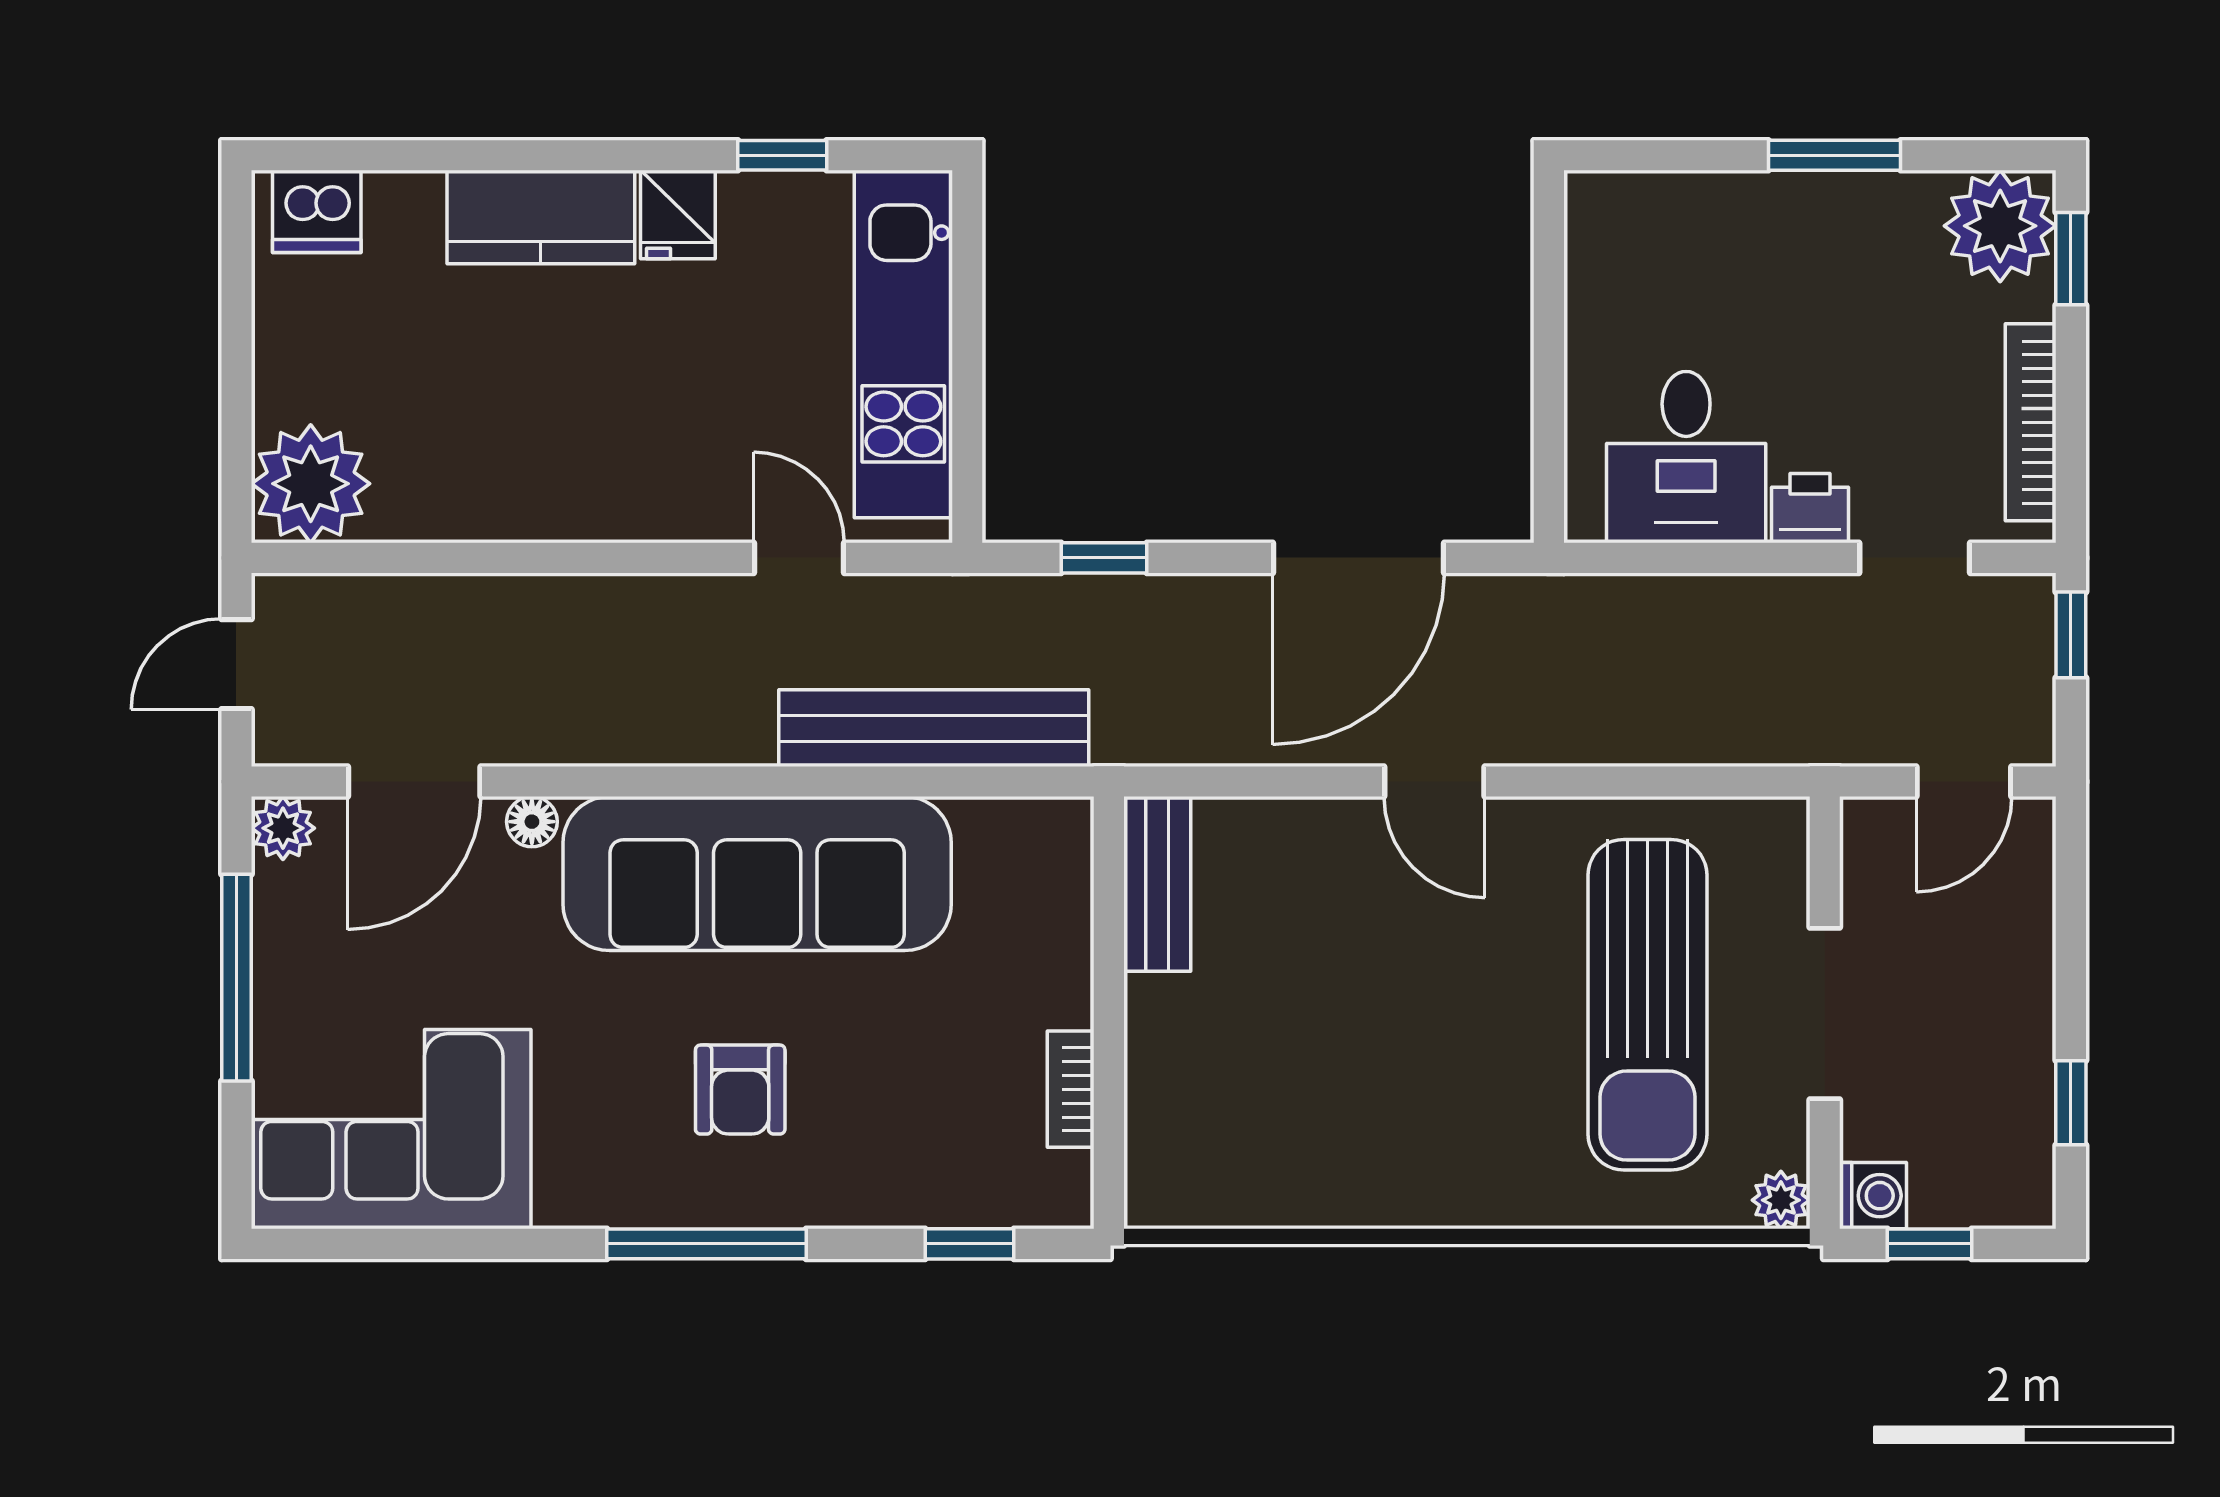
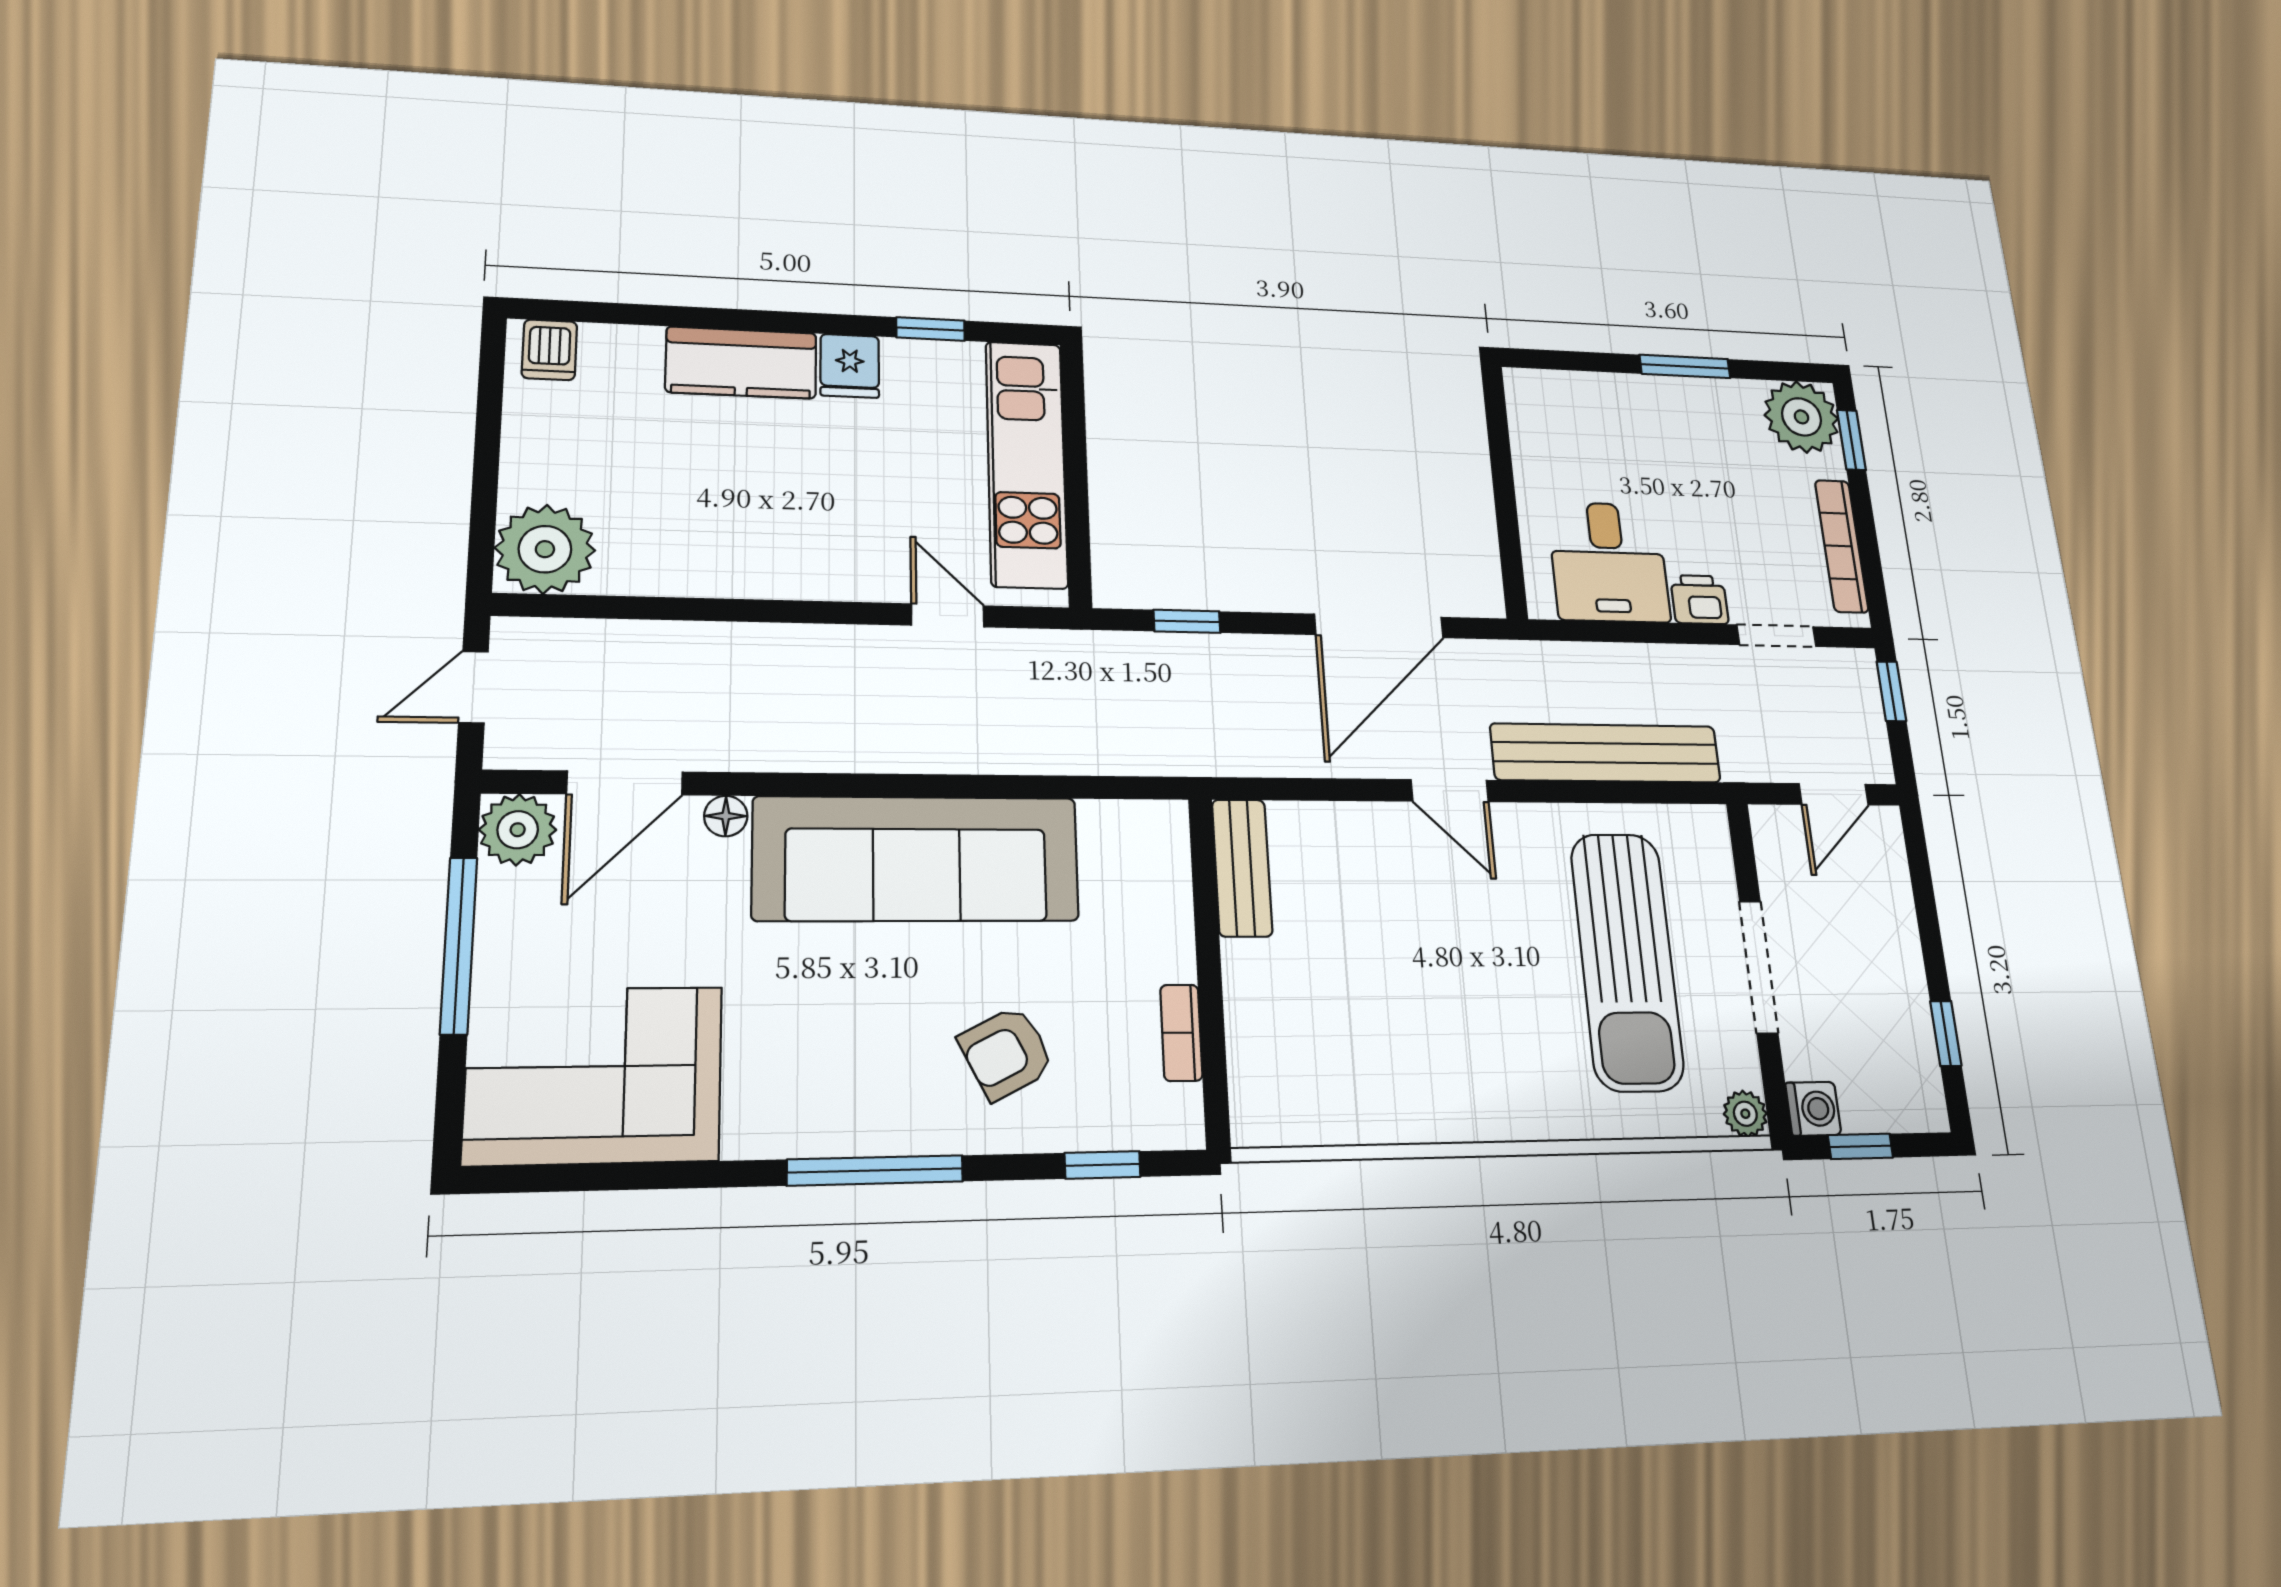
dishwasher: (317, 211) -> (549, 350), width x0.73
bench: (934, 728) -> (1606, 753), moved
plant: (283, 828) -> (518, 830), width x1.38, depth x1.38
armchair: (740, 1090) -> (1006, 1053), moved, turned 63

